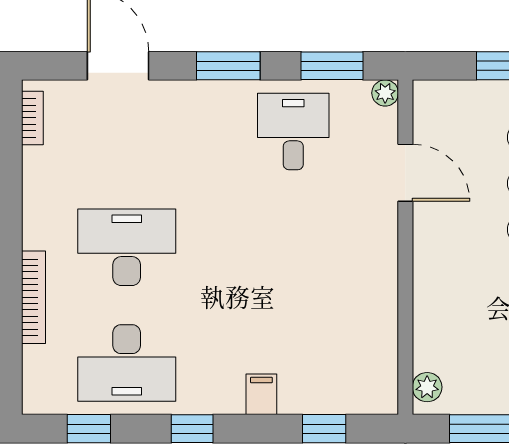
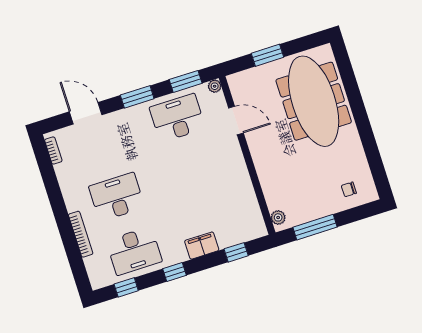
desk: (293, 132) -> (177, 118), width x1.37
filing cabinet: (261, 394) -> (202, 246), width x2.00

